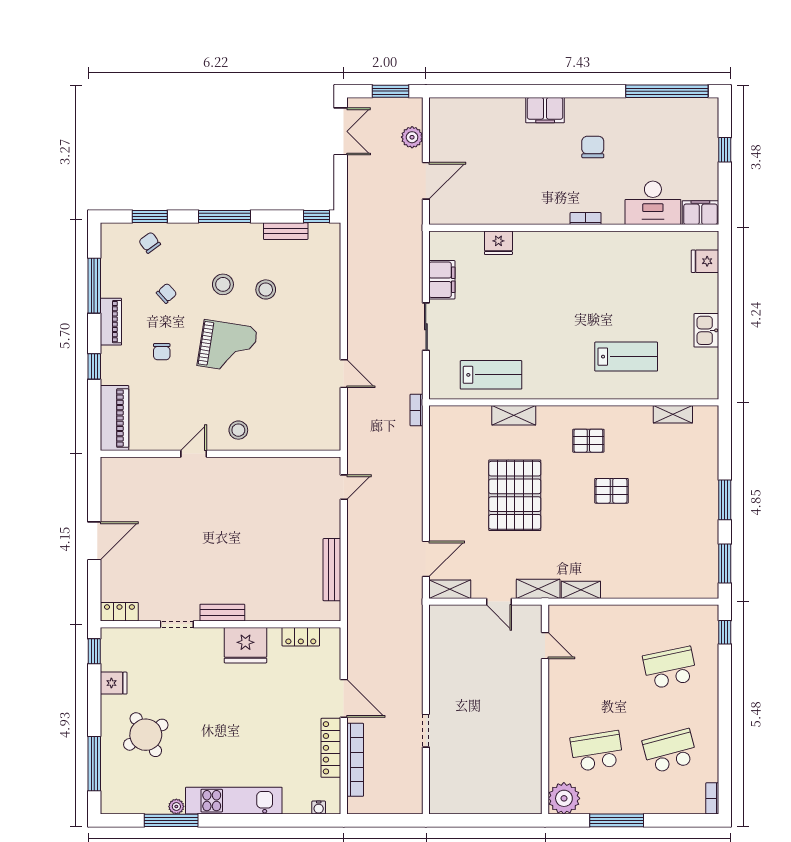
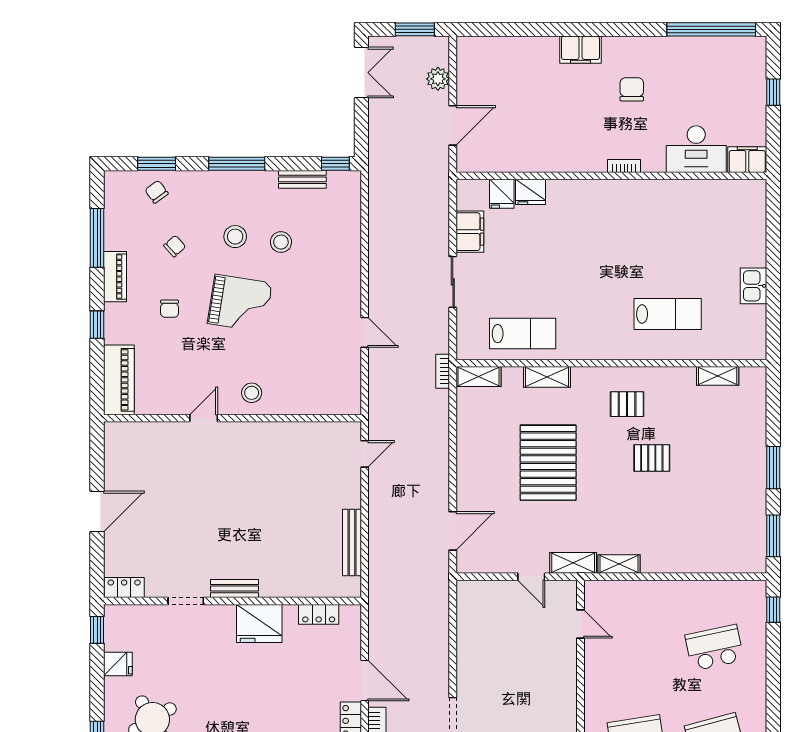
fridge: (705, 261) -> (502, 194), moved, turned -90
shelving: (450, 589) -> (478, 376), moved

